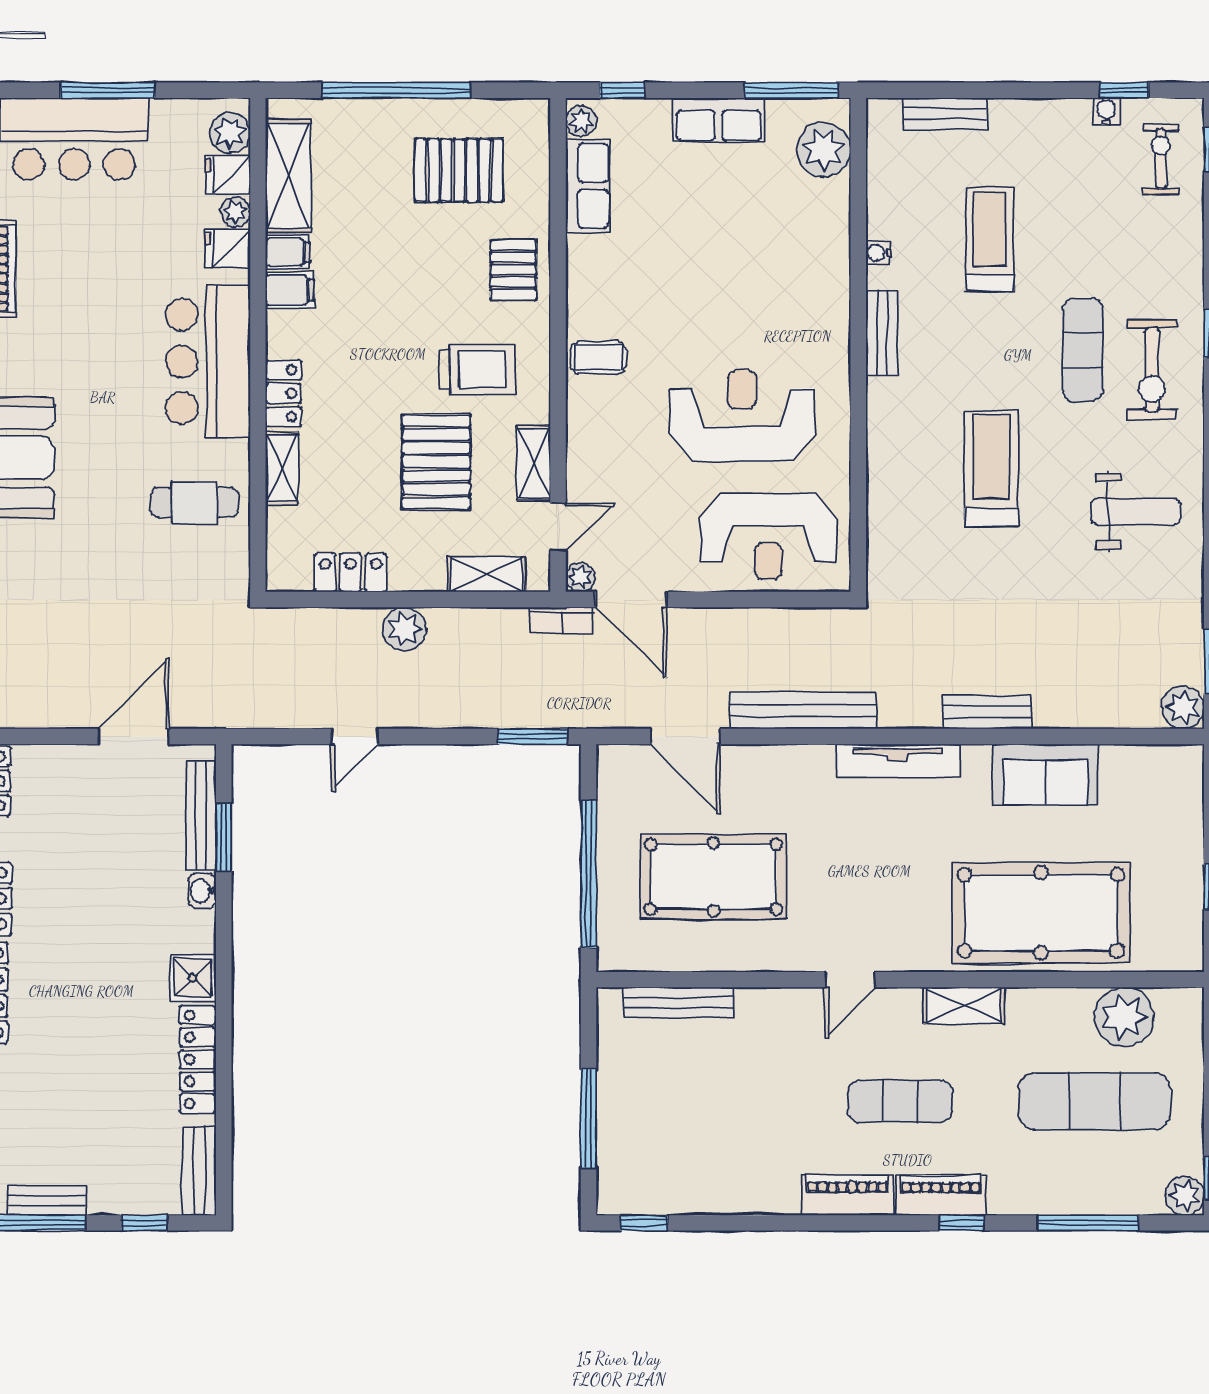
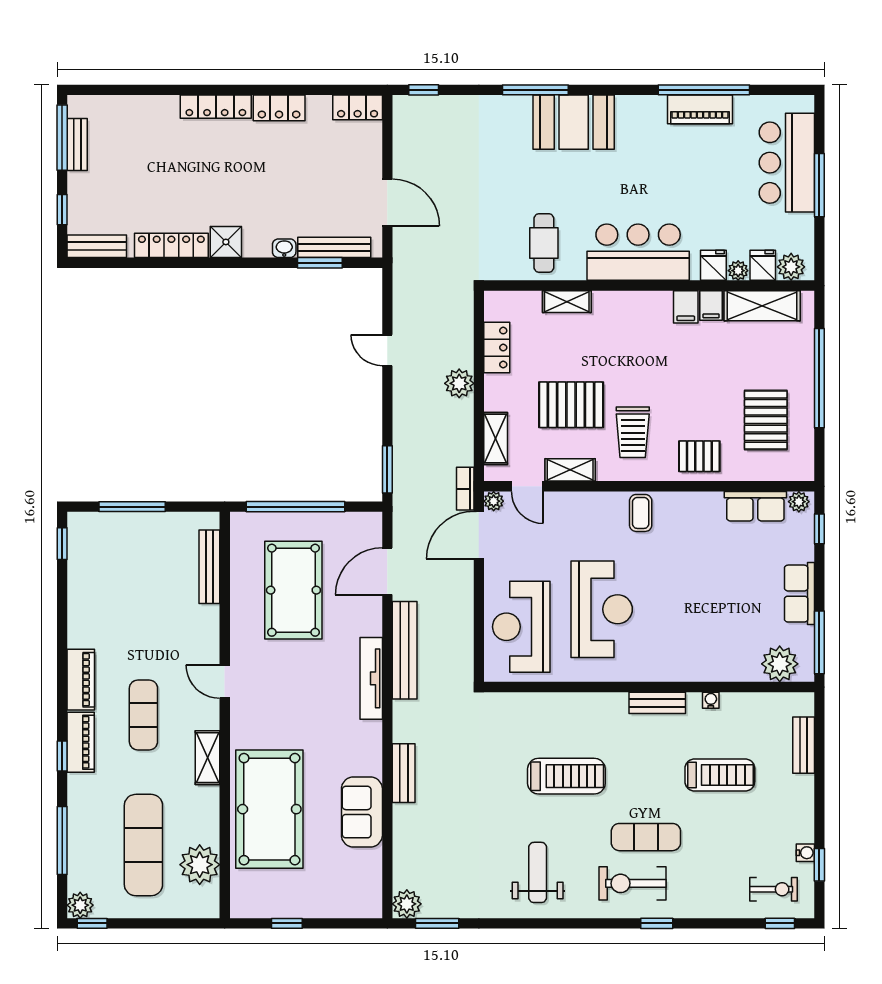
locker: (283, 393) -> (617, 303), removed
weight bench: (1136, 512) -> (538, 872), turned 180
tv unit: (898, 761) -> (371, 678), moved

